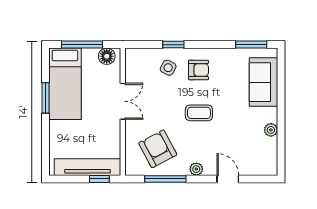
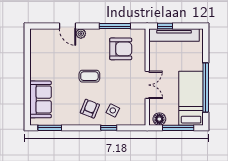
armchair: (198, 70) -> (90, 109), turned 112
window: (45, 98) -> (206, 88), width x2.11
double door: (123, 101) -> (147, 85), swing flipped
plant: (271, 130) -> (35, 63), removed
armchair: (158, 149) -> (121, 49), turned -62
plant: (196, 169) -> (81, 34), moved

